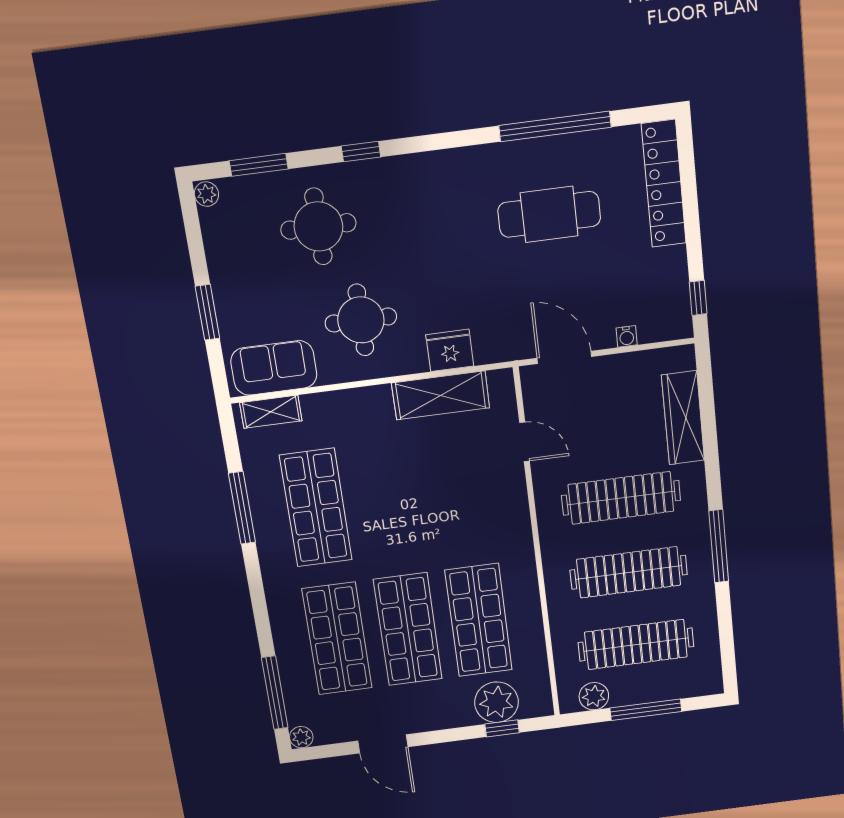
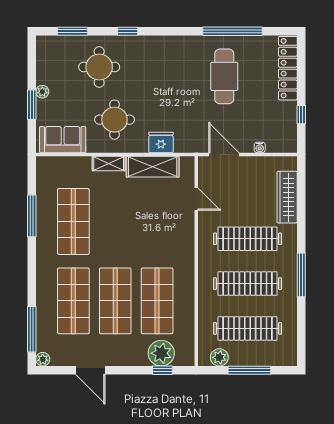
plant: (206, 194) -> (42, 92), moved
cafe table: (549, 214) -> (224, 76), turned 90
window: (698, 298) -> (301, 115), moved
shelving: (271, 412) -> (109, 164), moved

